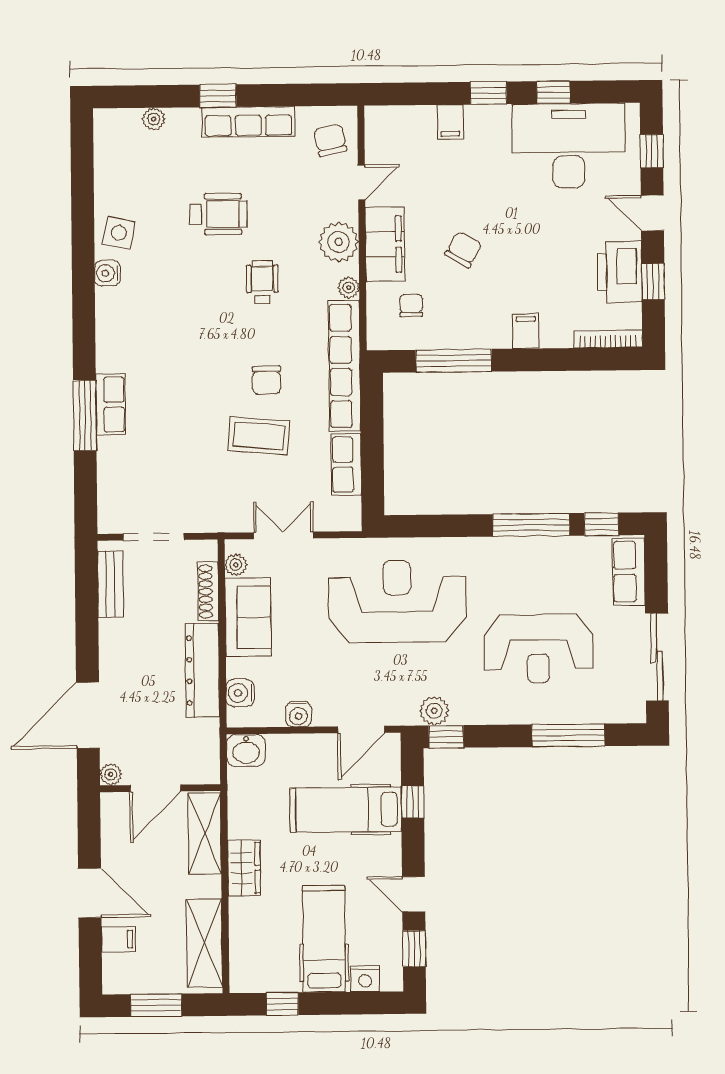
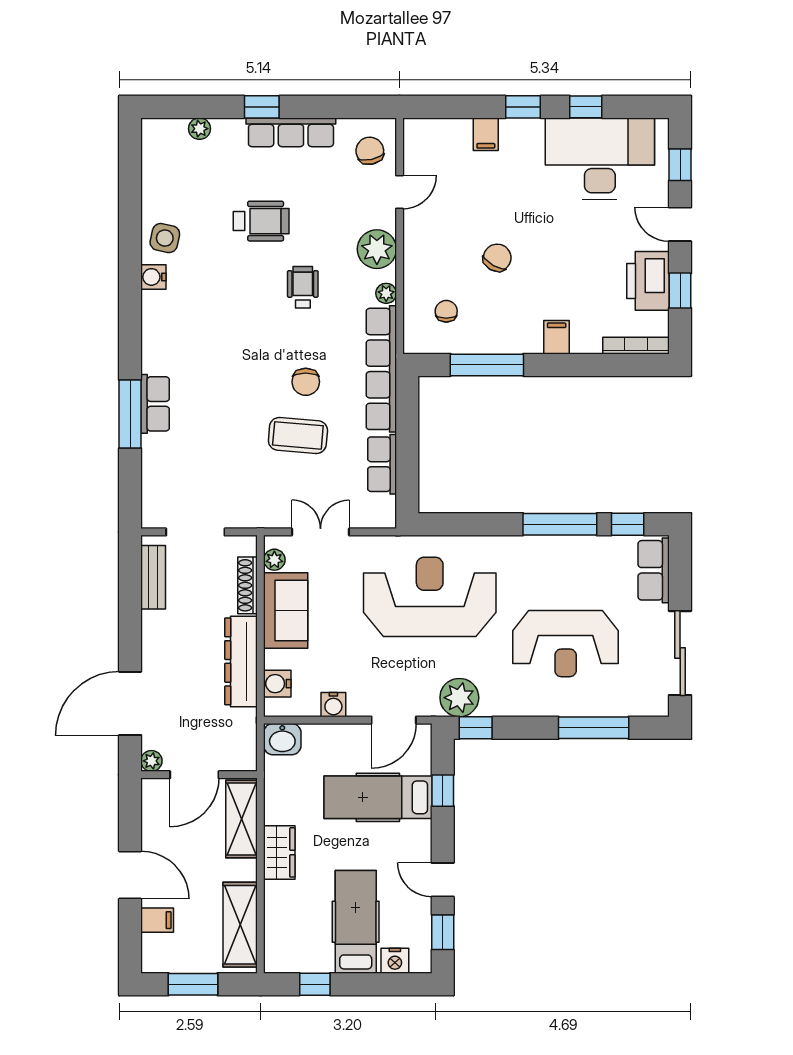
filing cabinet: (385, 244) -> (422, 252), removed
plant: (434, 711) -> (459, 698), width x1.36, depth x1.36

